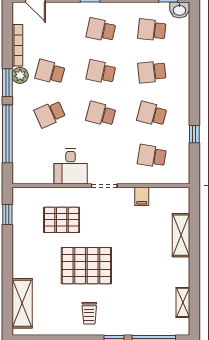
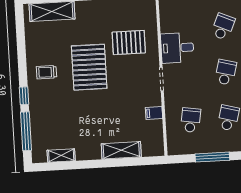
school desk: (50, 114) -> (223, 27), turned 48
window: (194, 134) -> (212, 157), width x2.17
pallet: (62, 220) -> (129, 43), turned 90

